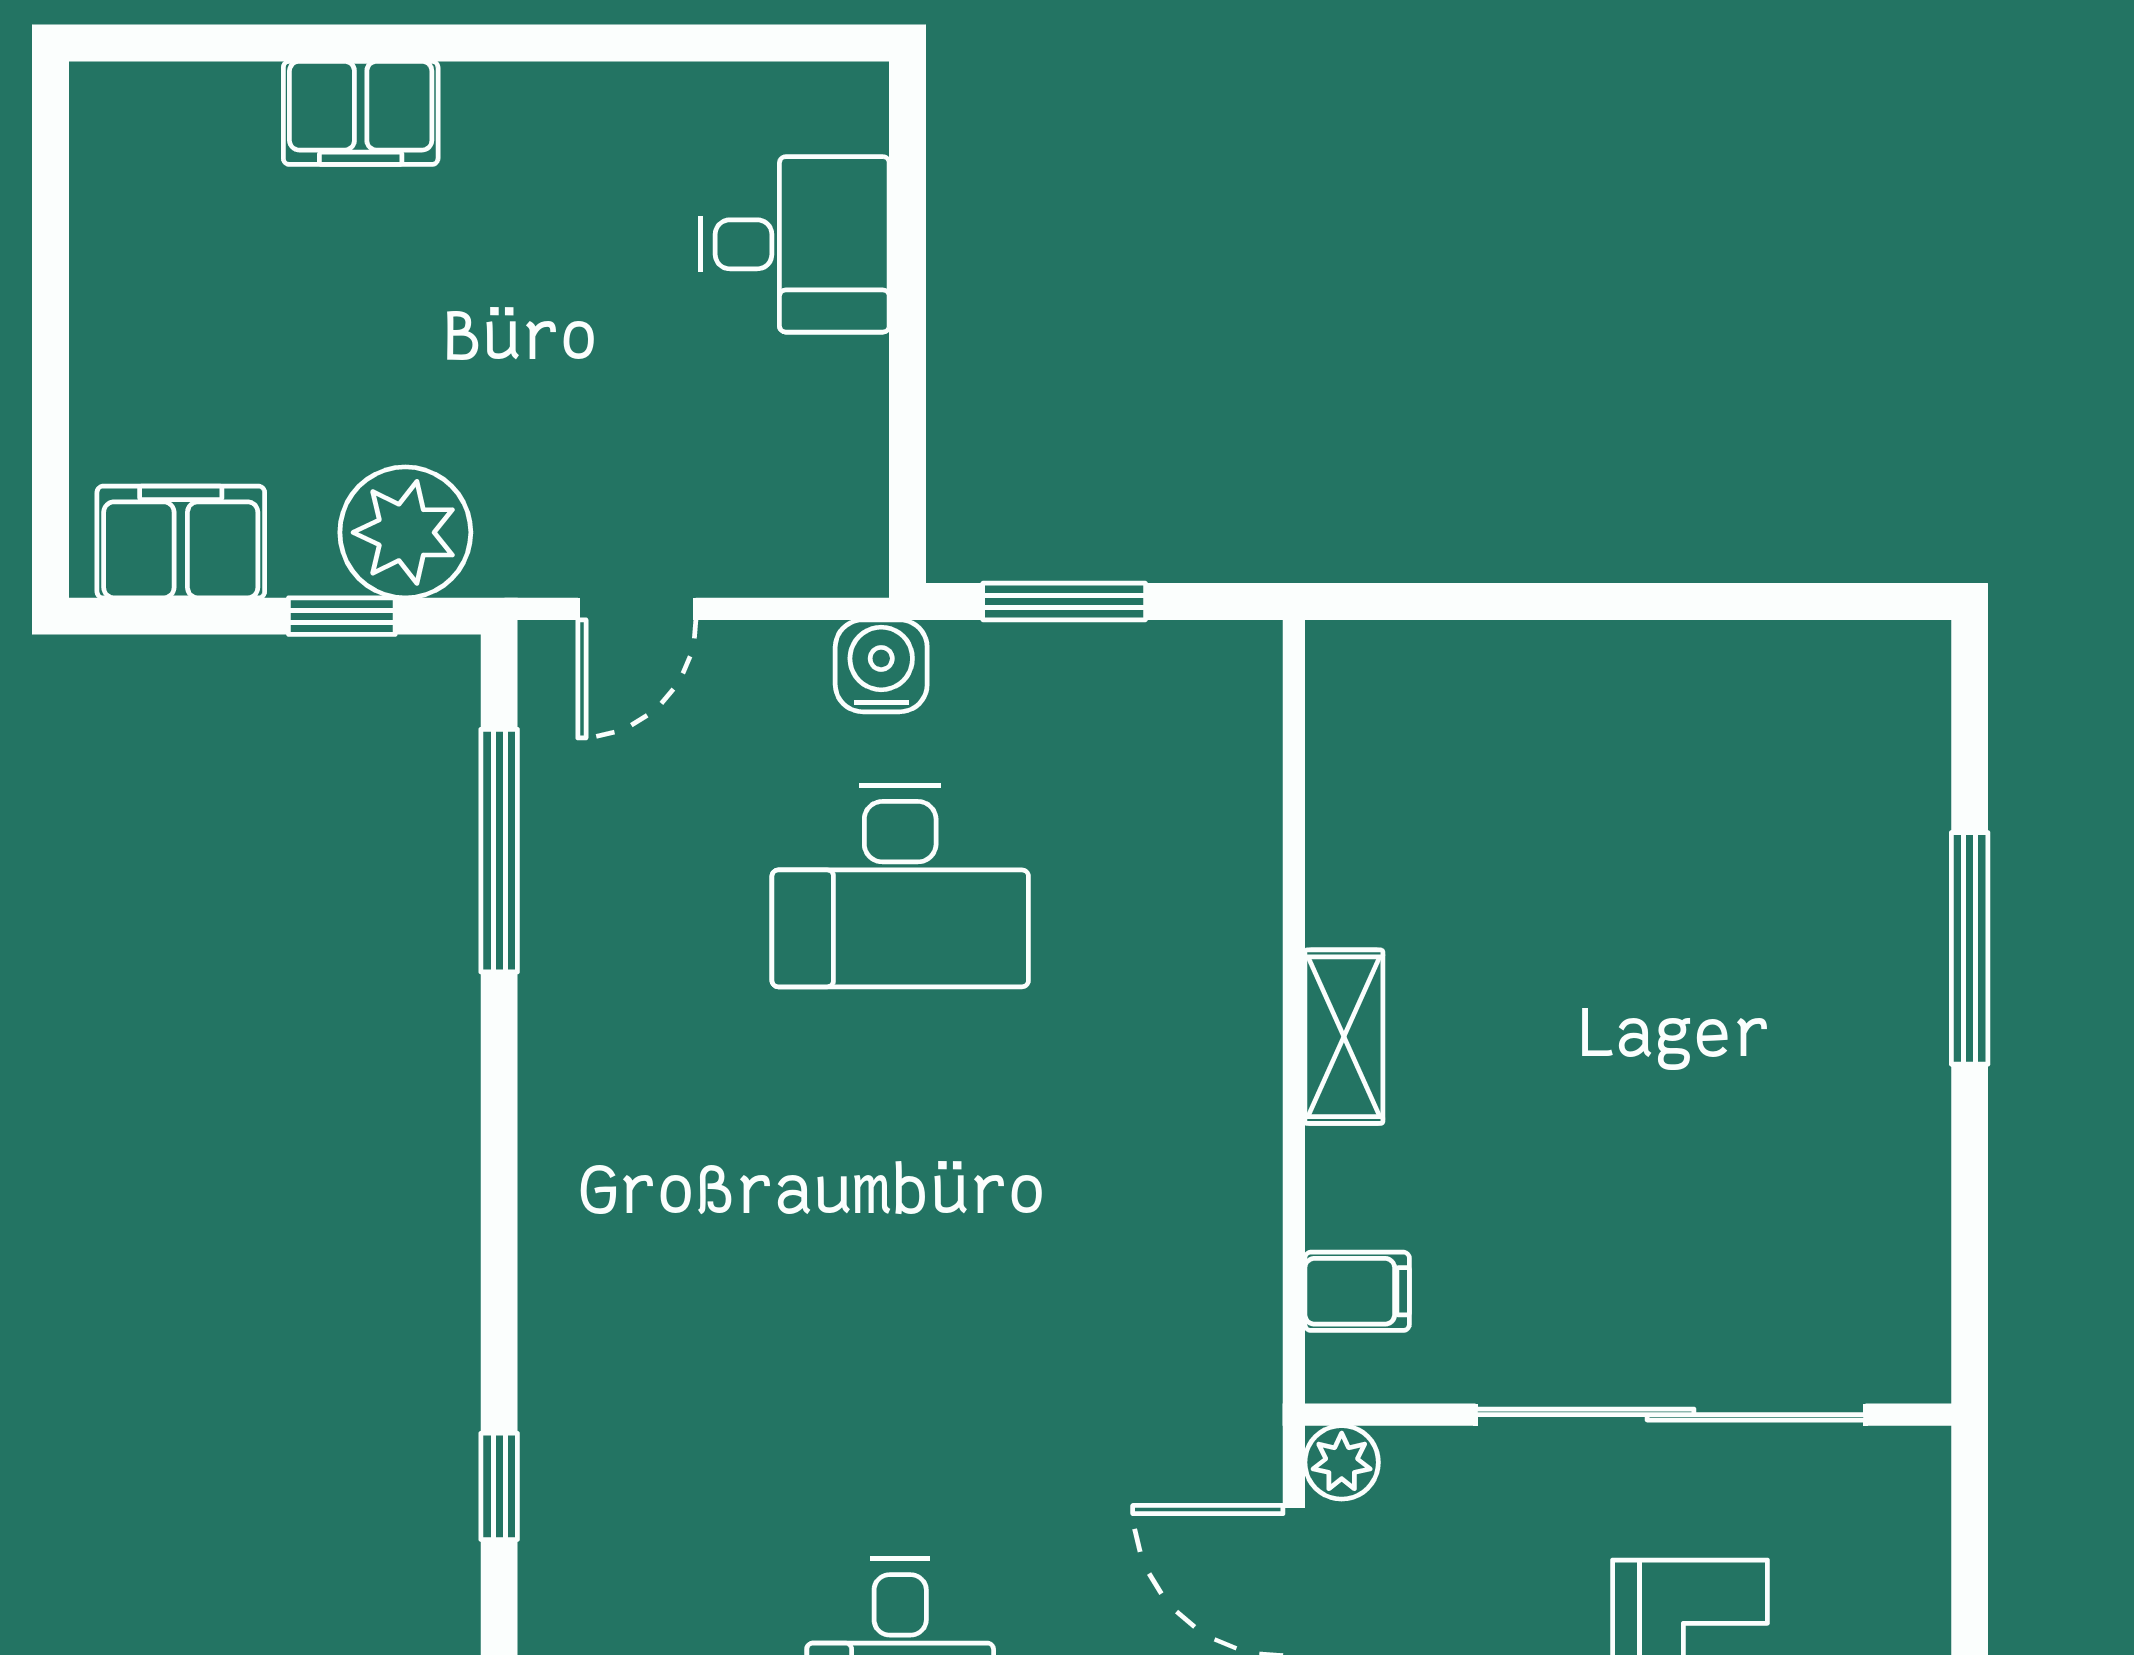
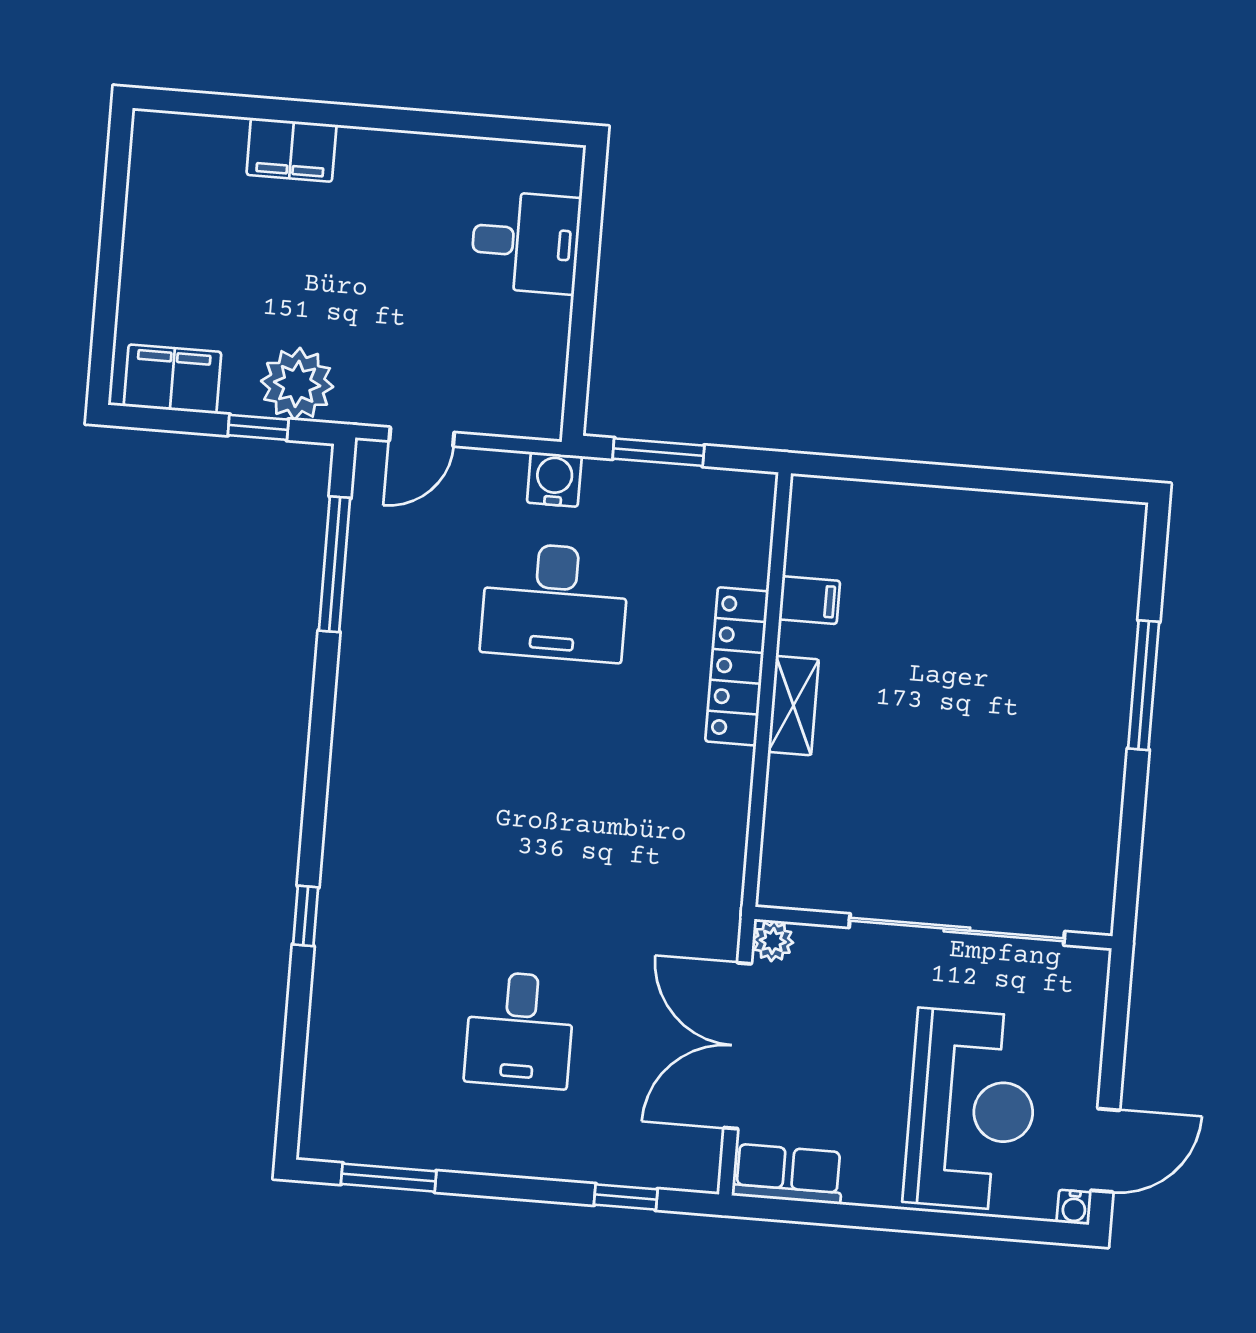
locker: (1237, 975) -> (737, 666), added
filing cabinet: (1357, 1291) -> (809, 600), moved

